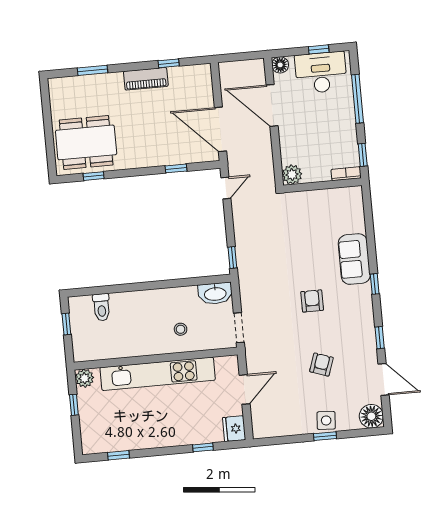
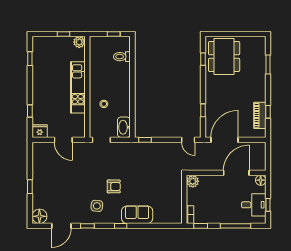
desk: (321, 73) -> (254, 205), width x0.73
piano: (146, 79) -> (260, 115), moved
armchair: (321, 365) -> (74, 189), removed
kitchen unit: (158, 374) -> (78, 87), width x0.73
side table: (326, 420) -> (97, 206), moved

